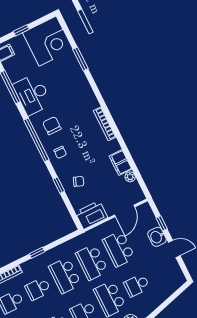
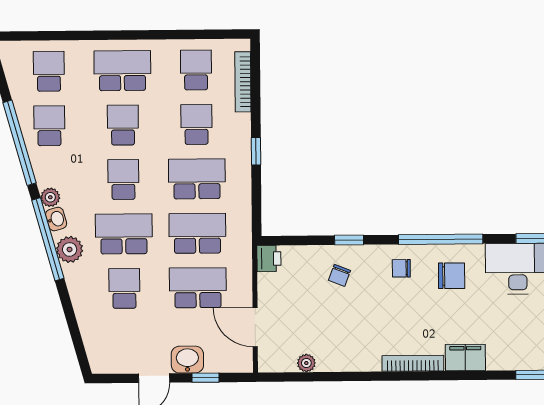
filing cabinet: (121, 163) -> (465, 357), moved
printer: (91, 215) -> (269, 259), width x0.53, depth x0.68

